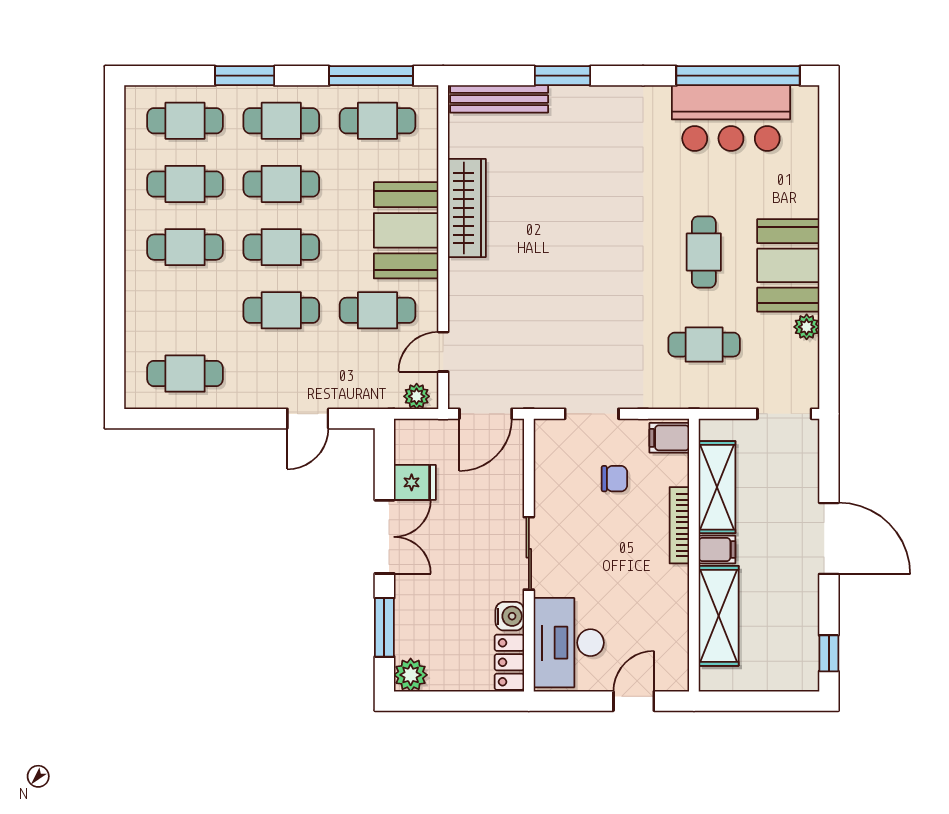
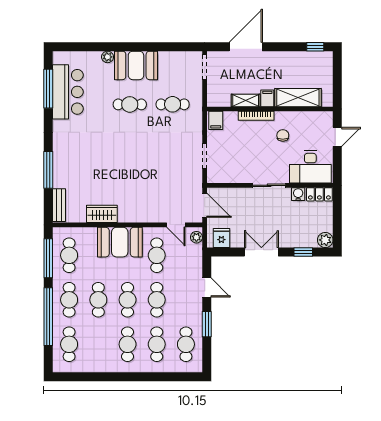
window: (245, 76) -> (48, 317), width x2.11
window: (562, 76) -> (48, 170), width x1.44
window: (738, 76) -> (48, 89), width x0.68
bench: (499, 99) -> (59, 205), width x0.73
cafe table: (185, 184) -> (157, 344), moved
wardrobe: (467, 208) -> (102, 214), width x0.67
plant: (807, 327) -> (108, 57), moved
cafe table: (704, 345) -> (173, 104), turned 90
window: (228, 419) -> (207, 324), added
chair: (614, 479) -> (283, 135), moved
fridge: (415, 482) -> (221, 238), moved
shelving: (717, 487) -> (246, 100), width x0.67, depth x0.75
door: (829, 538) -> (246, 47), moved
window: (384, 627) -> (303, 252), width x0.67
door: (634, 701) -> (337, 137), swing flipped

